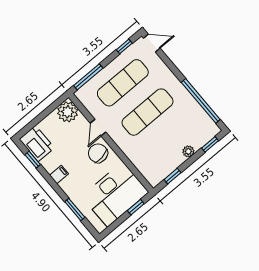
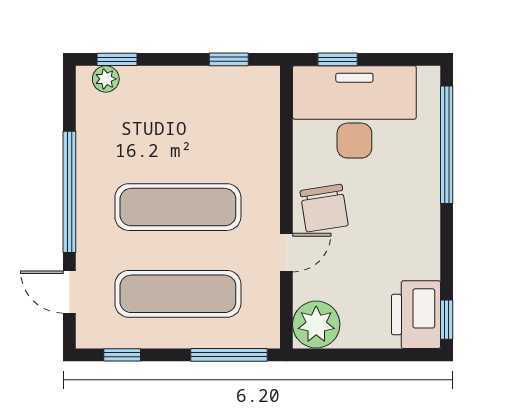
door: (152, 43) -> (69, 292), moved
window: (201, 101) -> (69, 192), moved
plant: (188, 151) -> (106, 79), moved
window: (33, 160) -> (447, 320), moved
filing cabinet: (59, 174) -> (423, 228), removed
window: (75, 209) -> (447, 145), width x2.11

